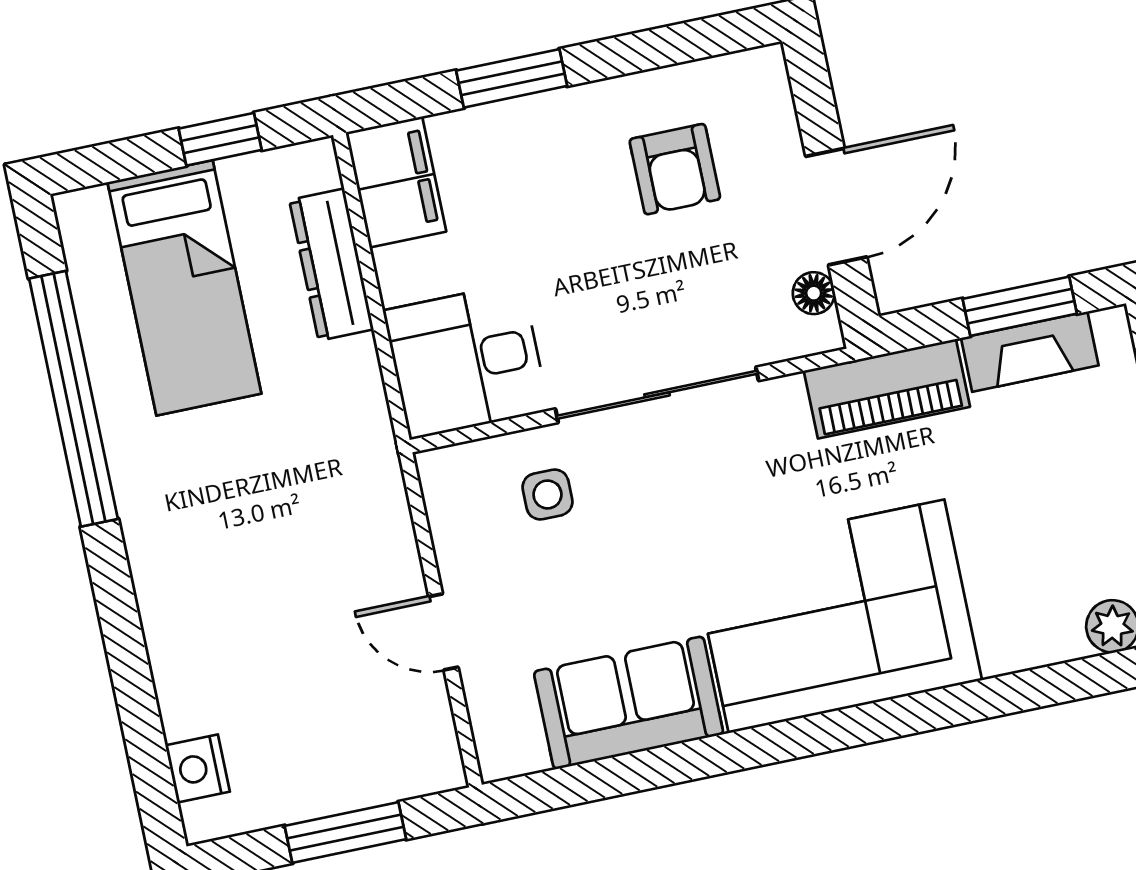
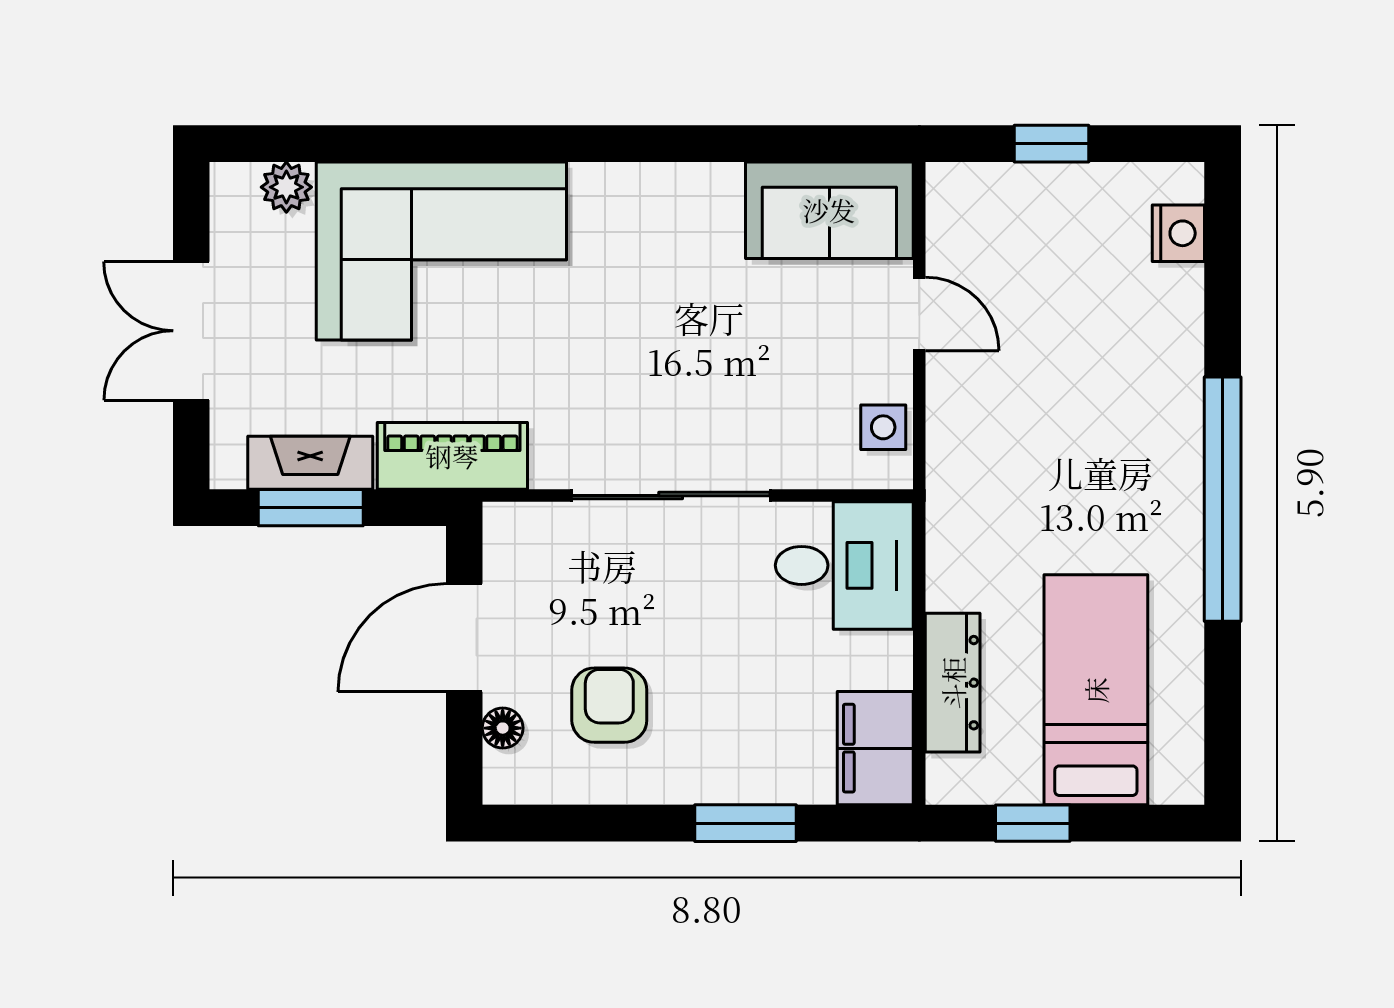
floor lamp: (814, 293) -> (503, 728), moved
window: (73, 399) -> (1223, 499), moved
side table: (547, 494) -> (883, 427), moved
corner sofa: (837, 616) -> (441, 251), moved
sofa: (629, 703) -> (829, 210), moved
window: (345, 833) -> (1051, 144), width x0.67

